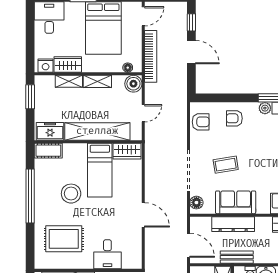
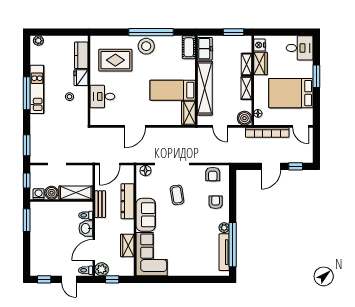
stool: (71, 194) -> (146, 46), moved
sofa: (236, 202) -> (146, 215), moved
rug: (64, 239) -> (115, 60), turned 90

